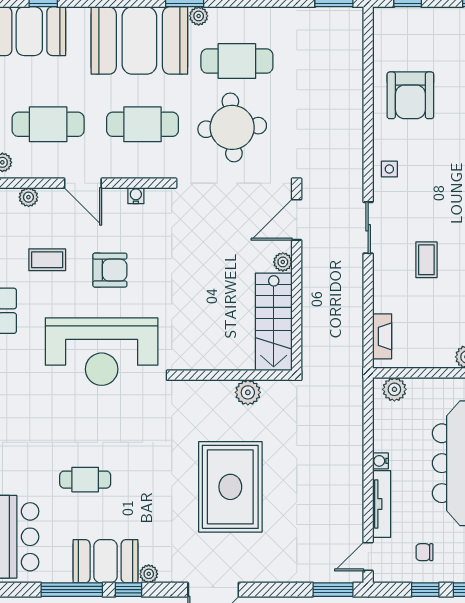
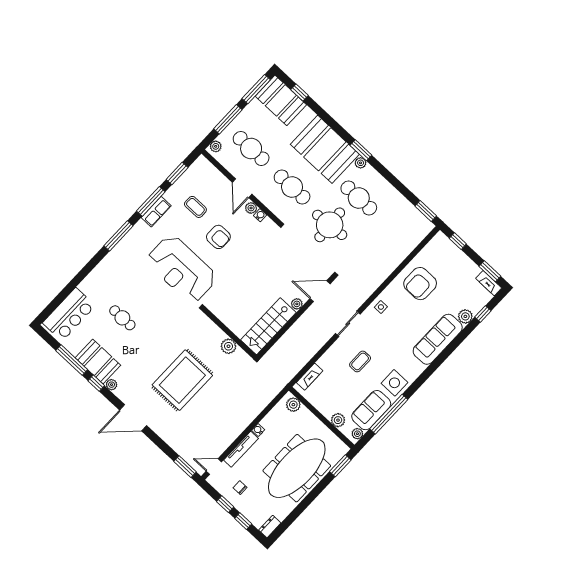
plant: (28, 197) -> (251, 208), moved

